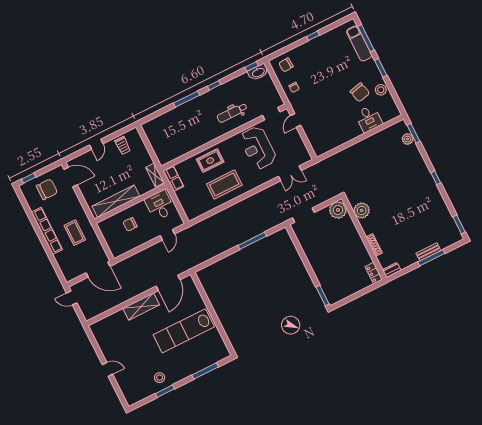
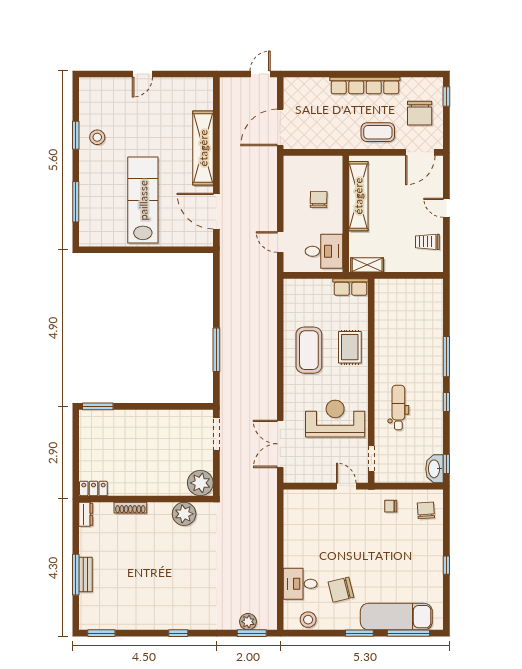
exam couch: (359, 44) -> (396, 617), width x1.36, depth x1.45
stool: (381, 90) -> (308, 620), moved
double door: (290, 173) -> (280, 444), width x1.37
coffee table: (75, 233) -> (378, 132), moved
shelving: (141, 307) -> (203, 148), width x1.47

